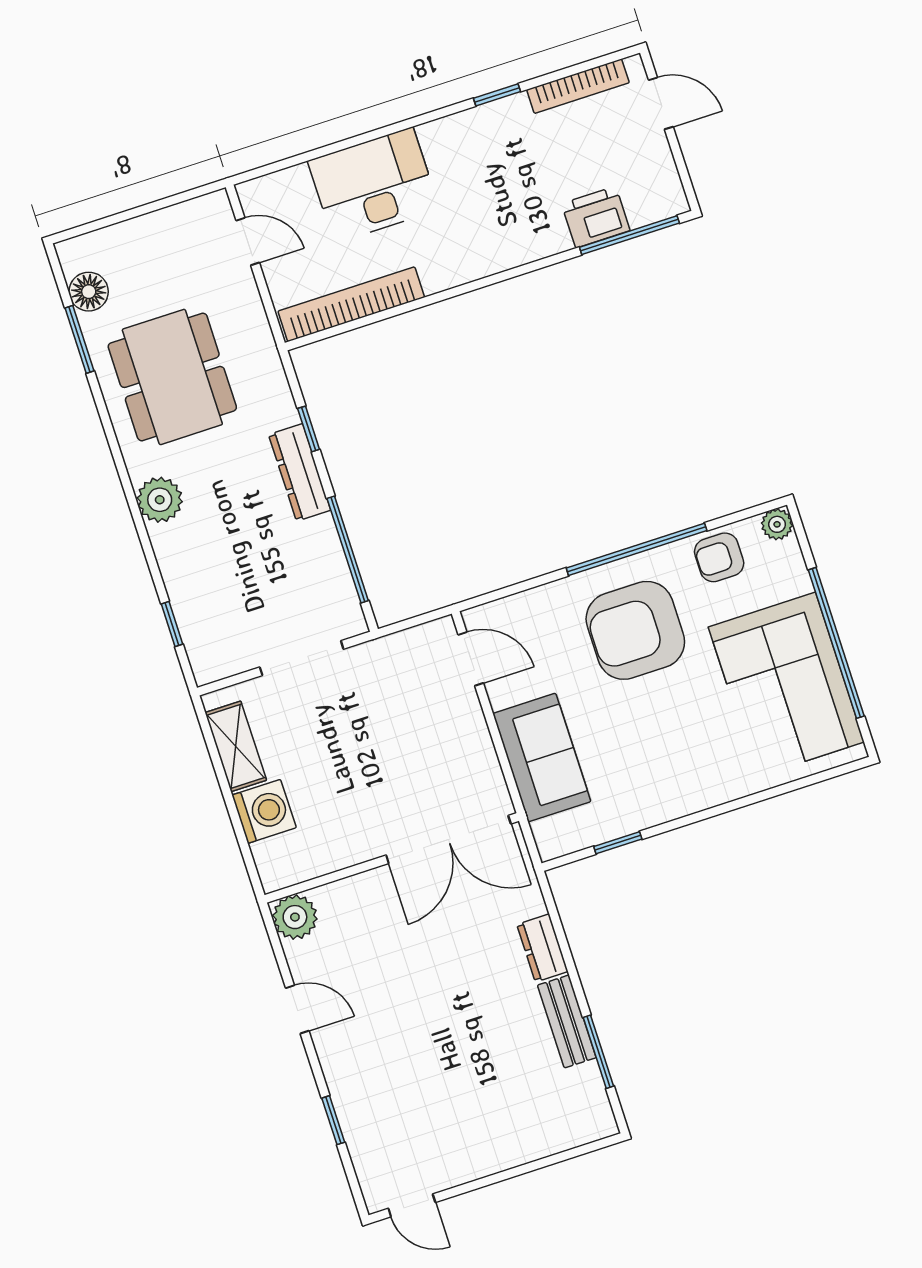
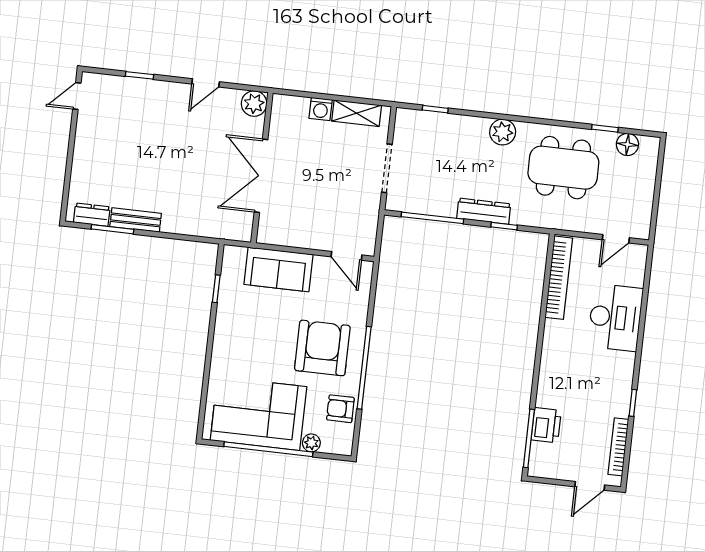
window: (80, 339) -> (605, 128), width x0.67
plant: (777, 524) -> (311, 443), moved
armchair: (719, 557) -> (340, 409), turned -90
door: (471, 659) -> (346, 256), hinge flipped
washing machine: (264, 811) -> (321, 109), width x0.73, depth x0.73
double door: (448, 839) -> (261, 176), moved
dresser: (542, 948) -> (92, 215), moved

